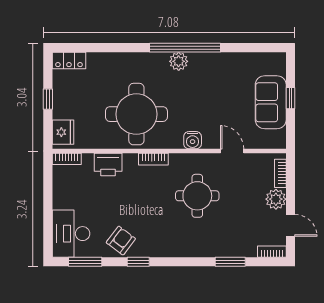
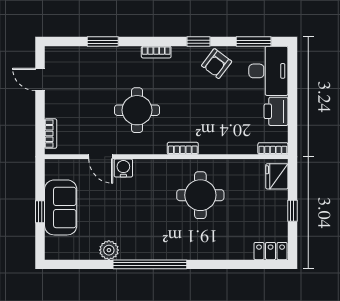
plant: (179, 61) -> (109, 250), moved
round table: (136, 114) -> (200, 195), width x0.73, depth x0.73
water cooler: (193, 140) -> (123, 168), moved
printer: (108, 165) -> (276, 111), moved, turned -90
plant: (276, 199) -> (55, 107), removed
bookcase: (272, 252) -> (156, 52), moved

